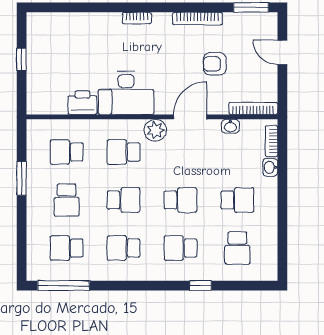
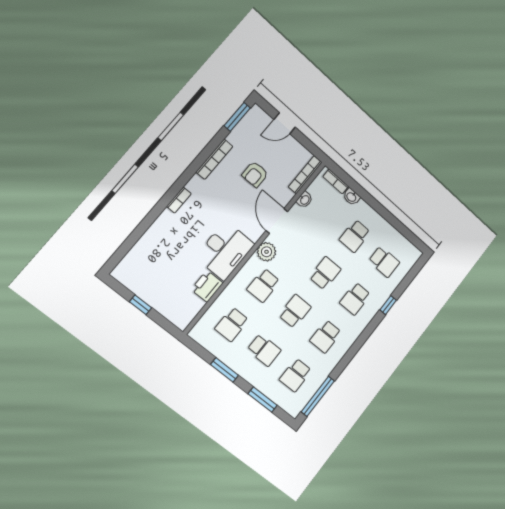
school desk: (237, 200) -> (355, 236), turned 180
window: (22, 235) -> (263, 400), added

